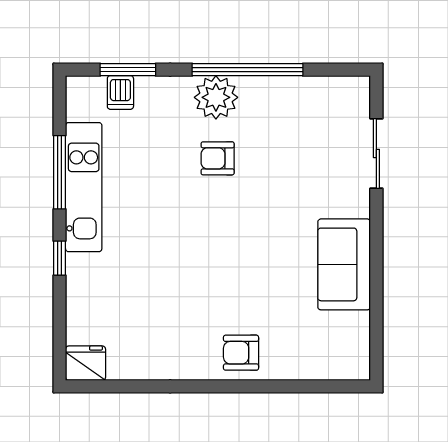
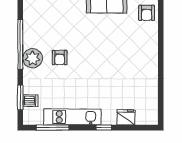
window: (59, 172) -> (53, 128), moved
armchair: (241, 353) -> (147, 13), moved
fridge: (85, 363) -> (126, 117), moved, turned 90

